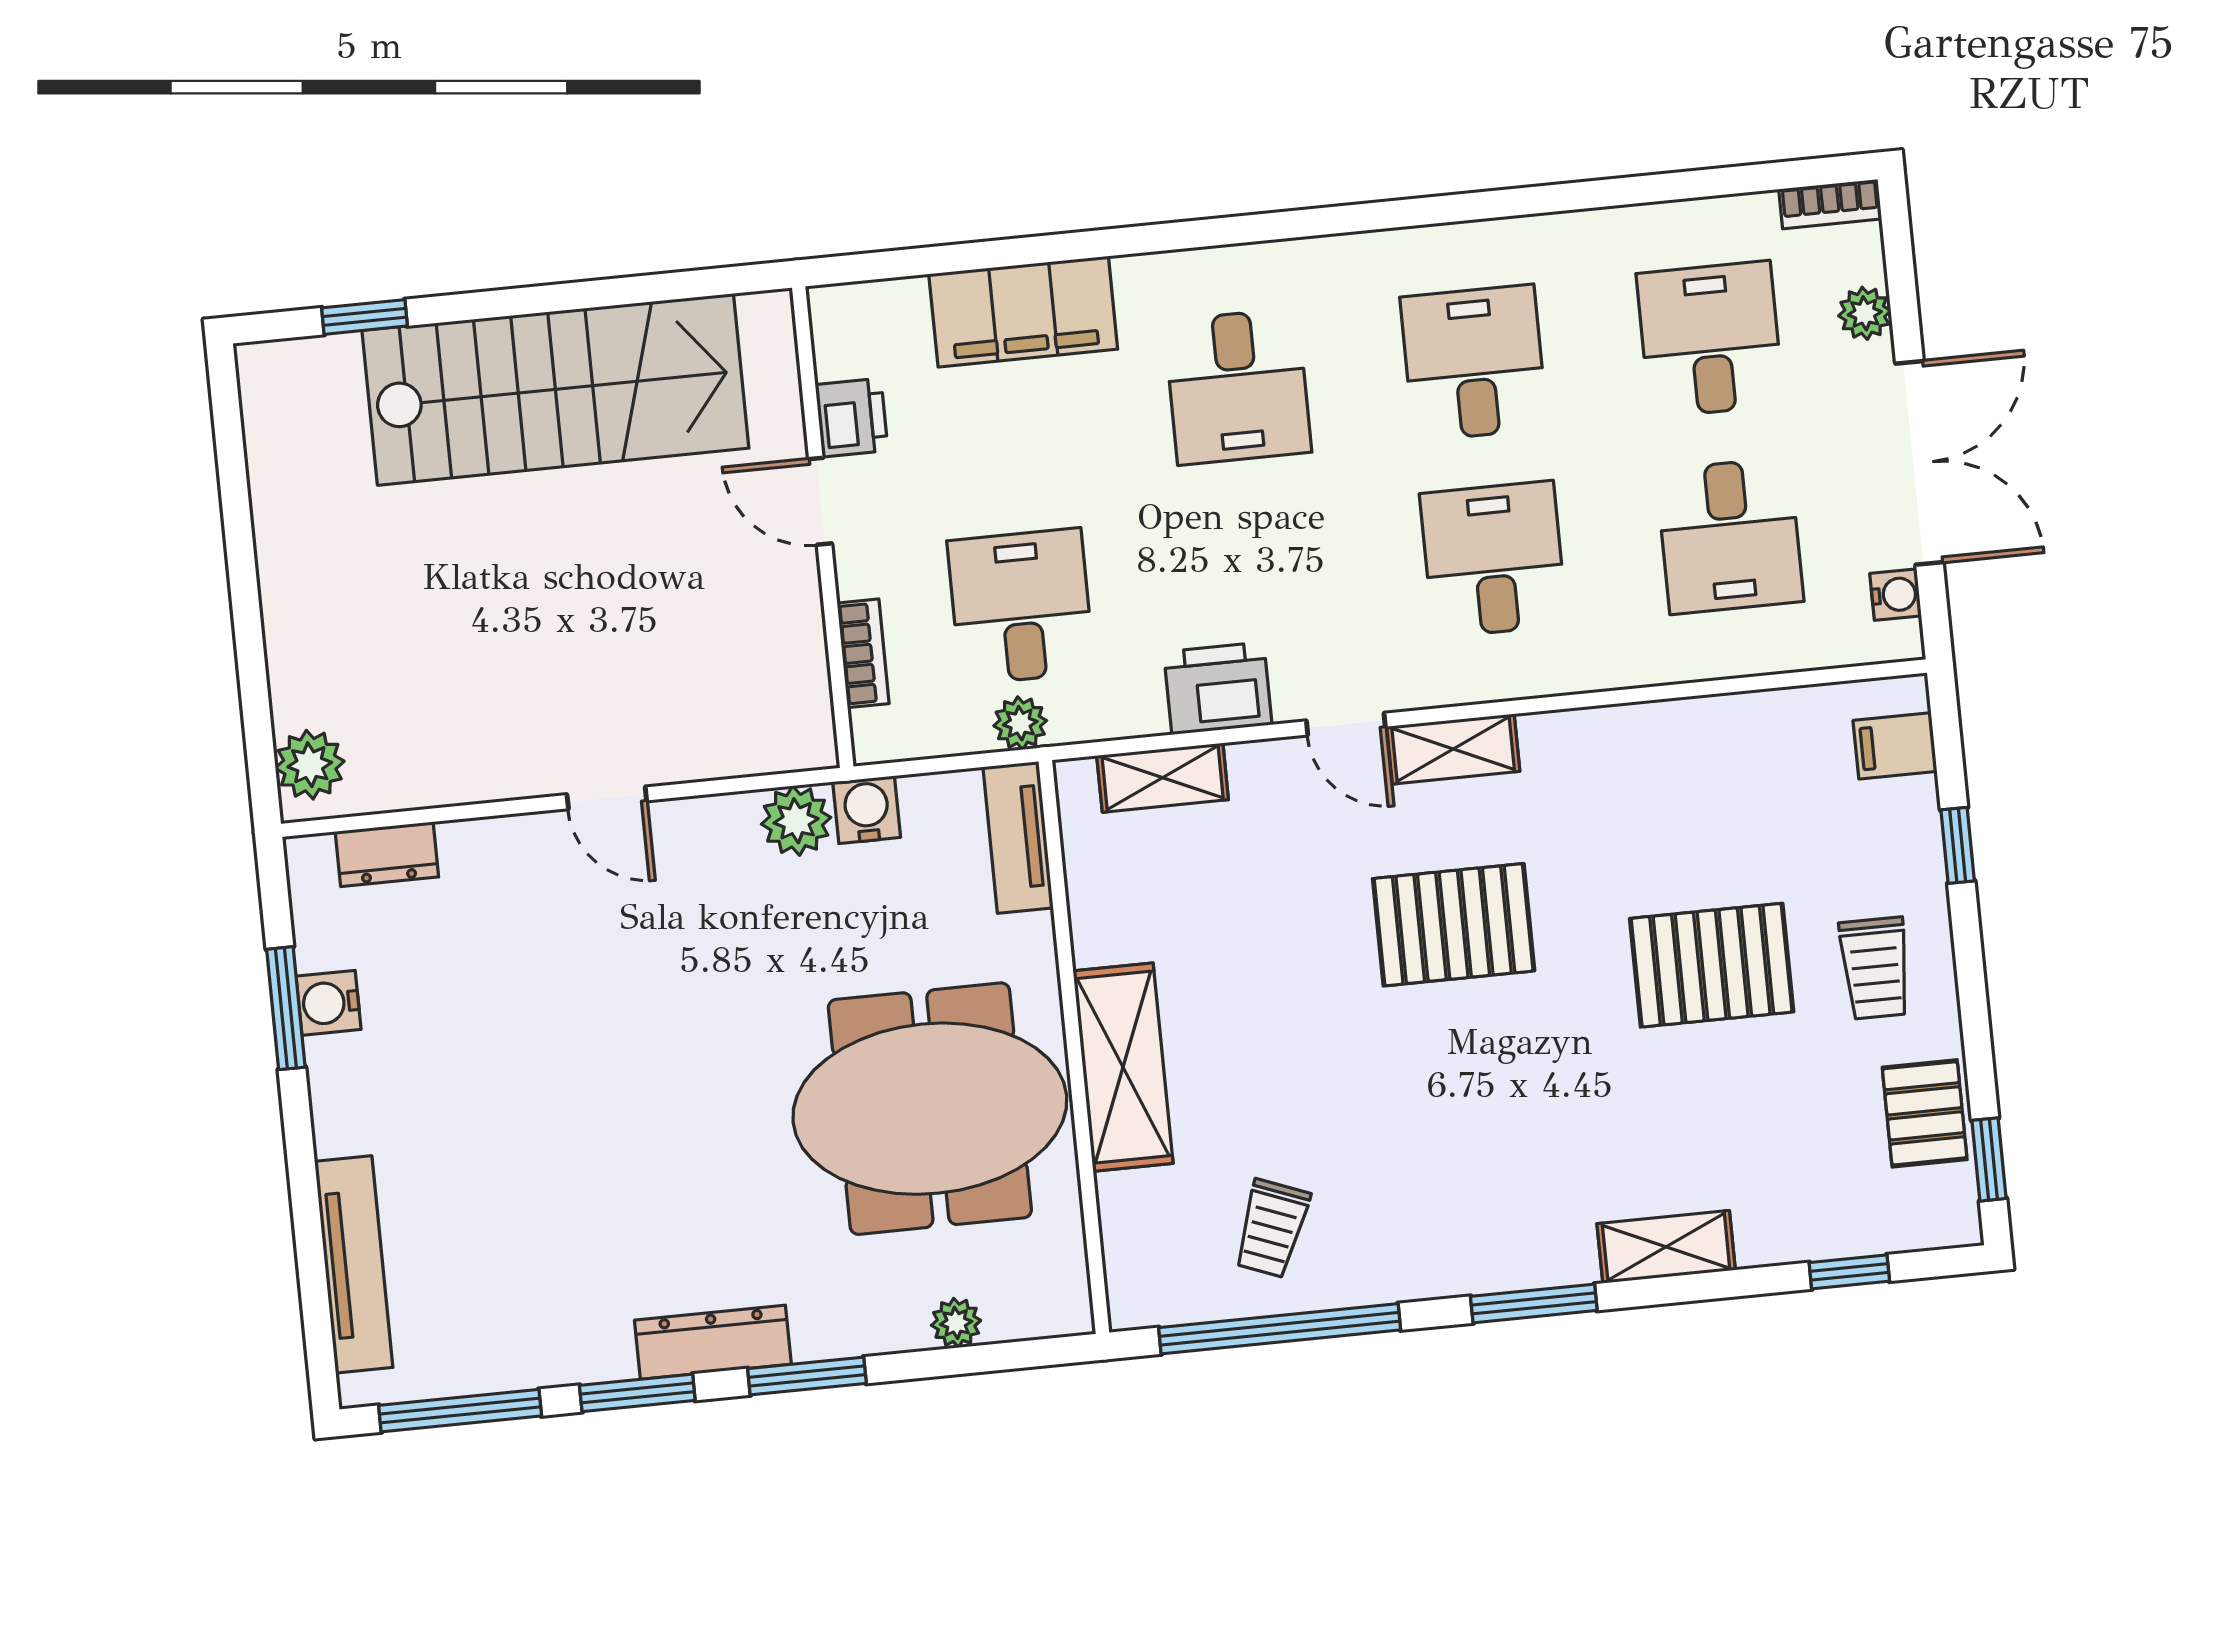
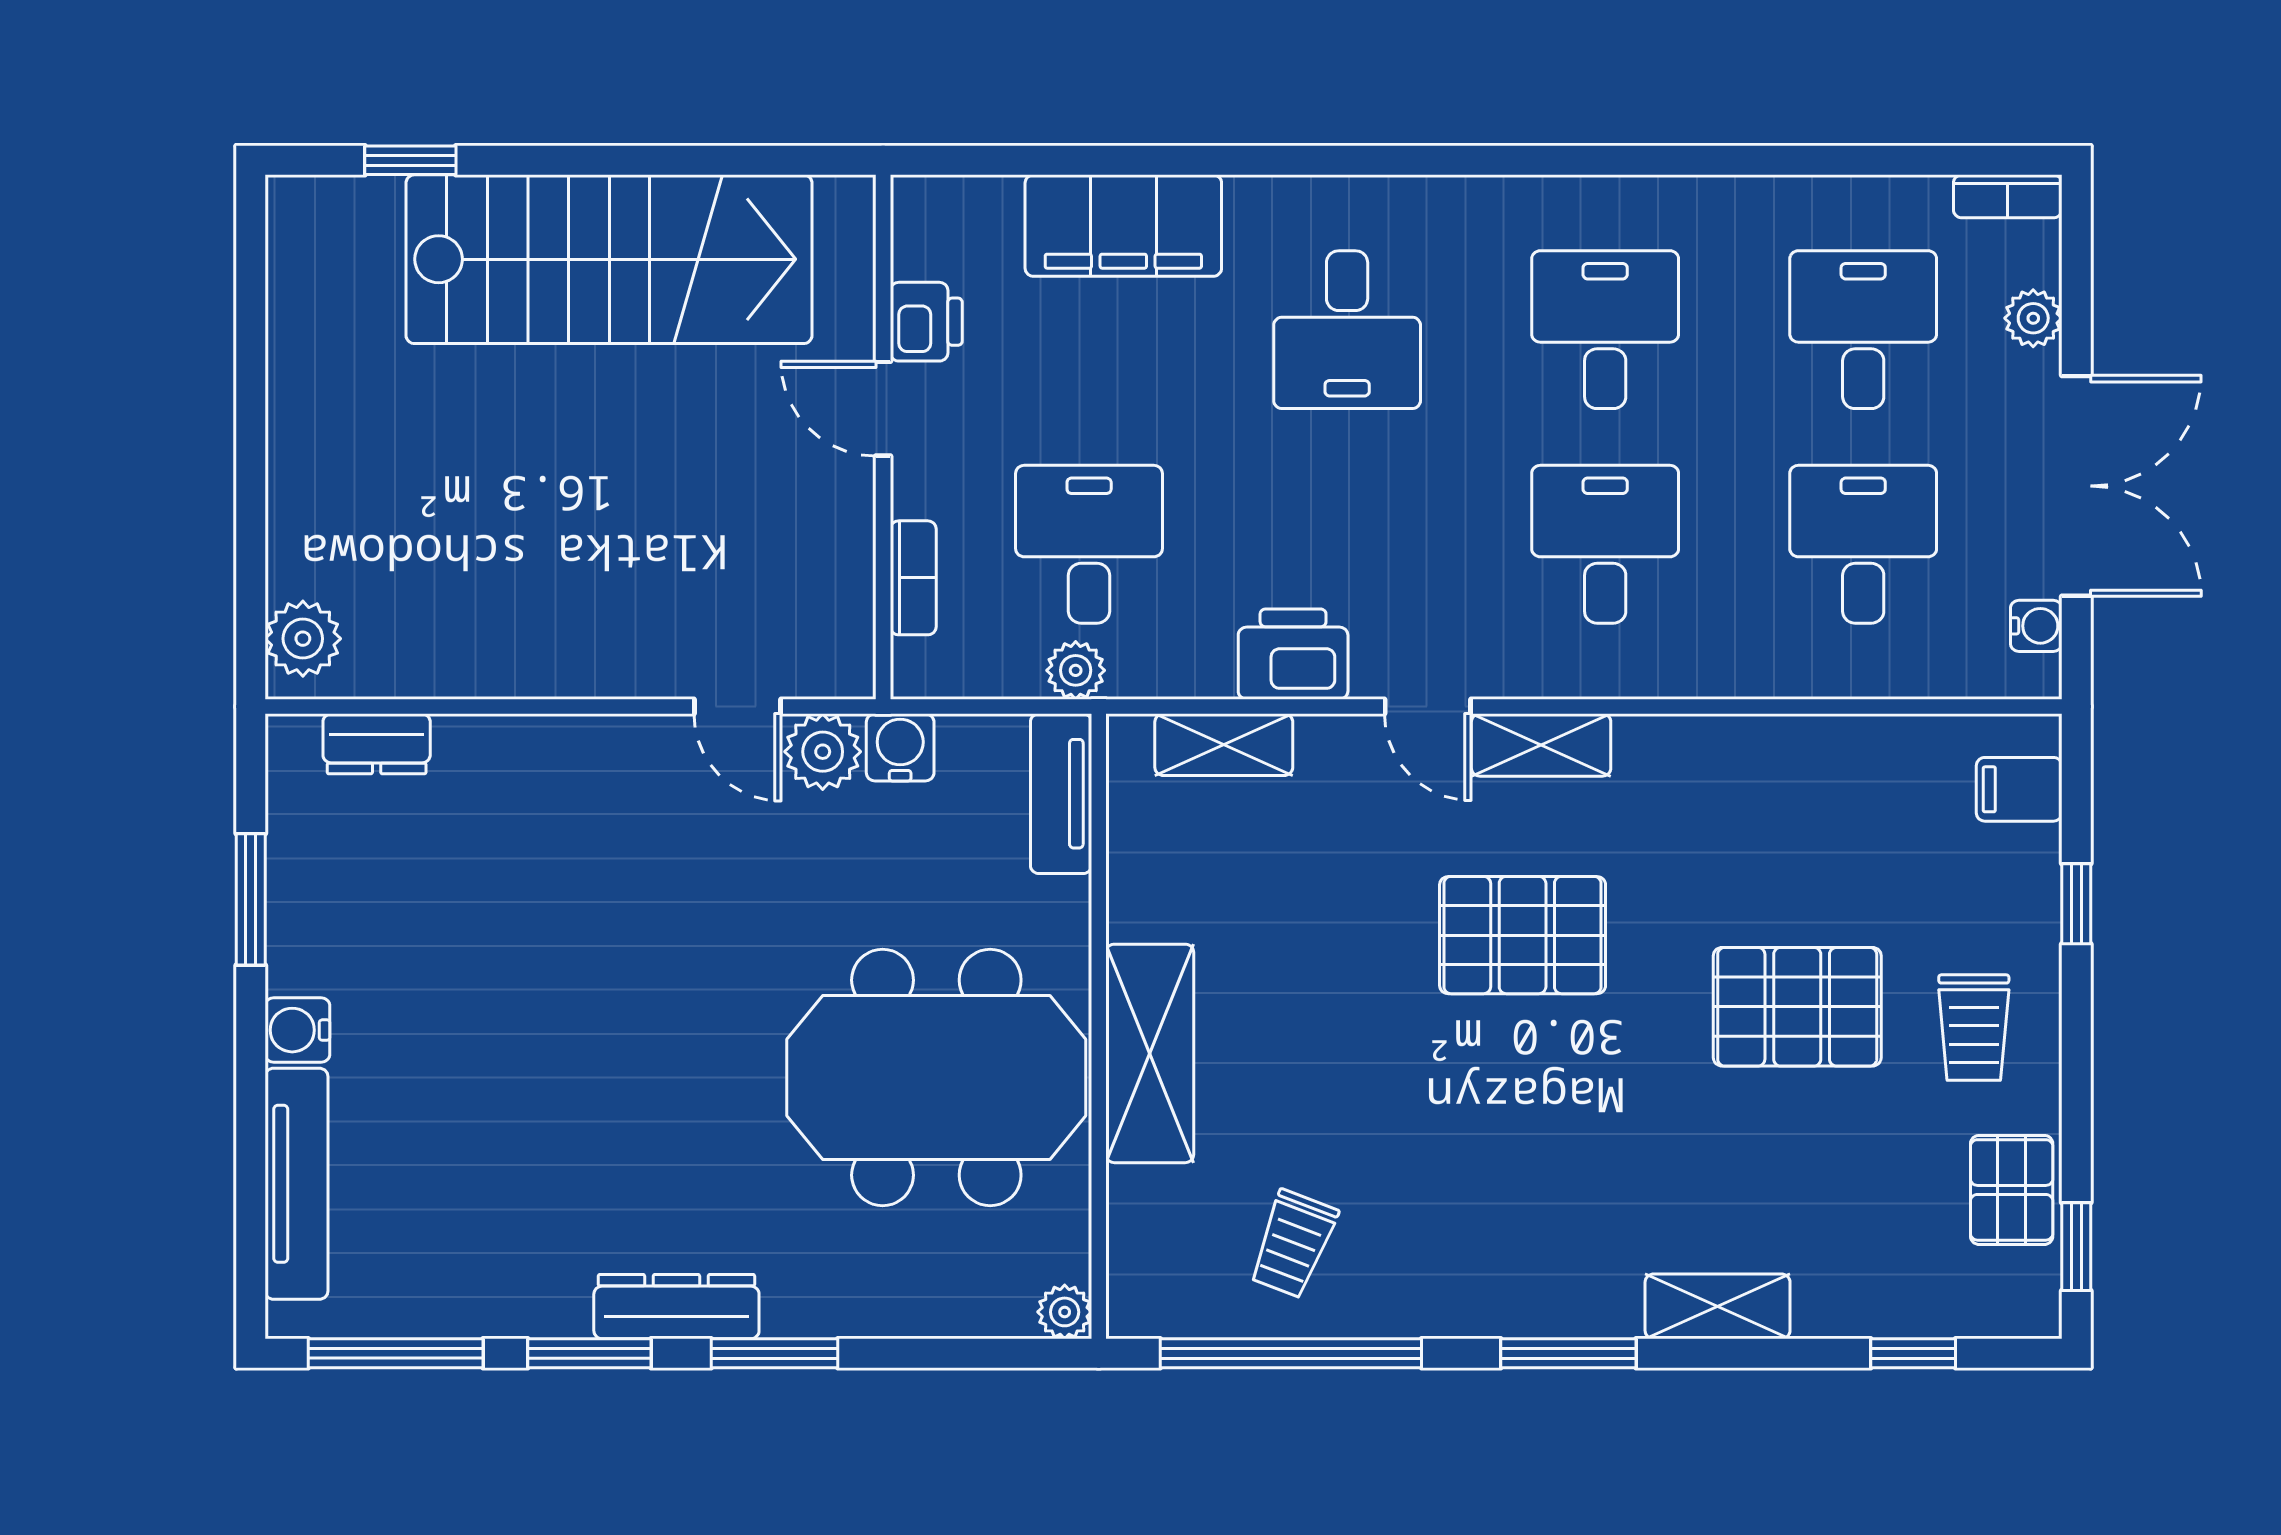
desk: (1730, 536) -> (1863, 544), turned 180
door: (607, 798) -> (738, 706), moved
water cooler: (329, 1003) -> (297, 1030), moved
plant: (956, 1323) -> (1065, 1312), moved

